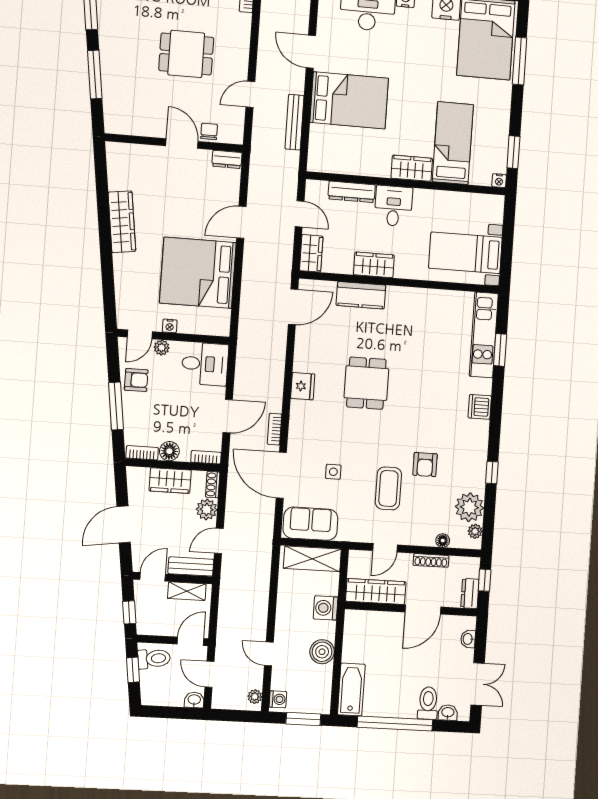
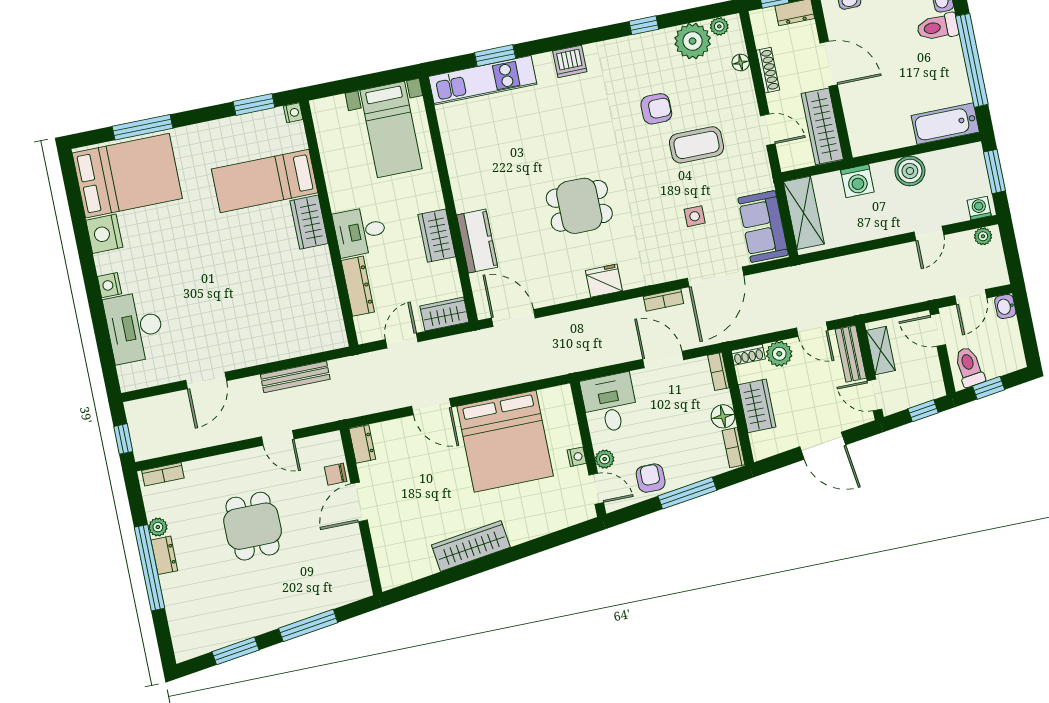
bed: (349, 100) -> (250, 319), removed

